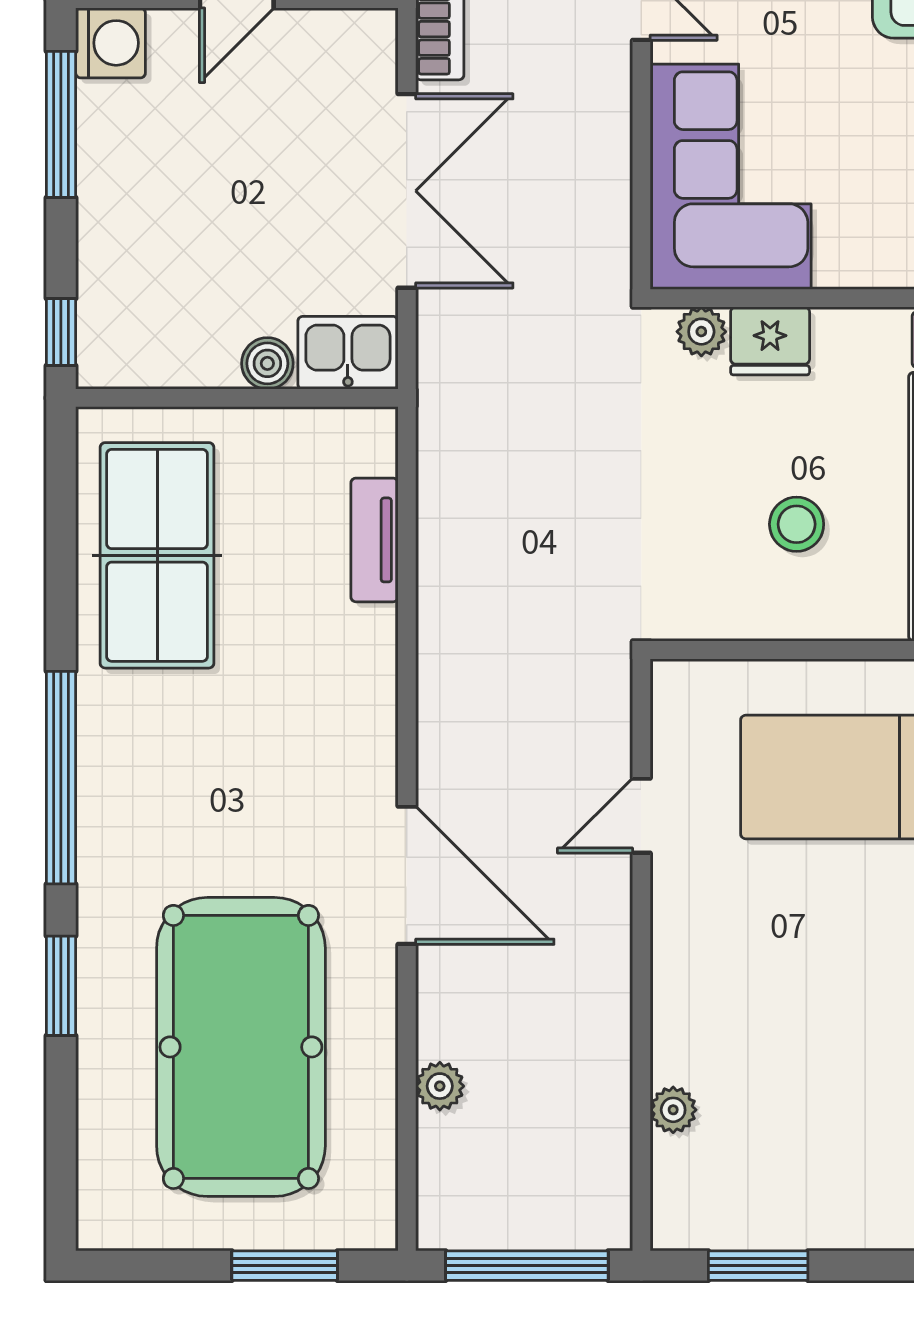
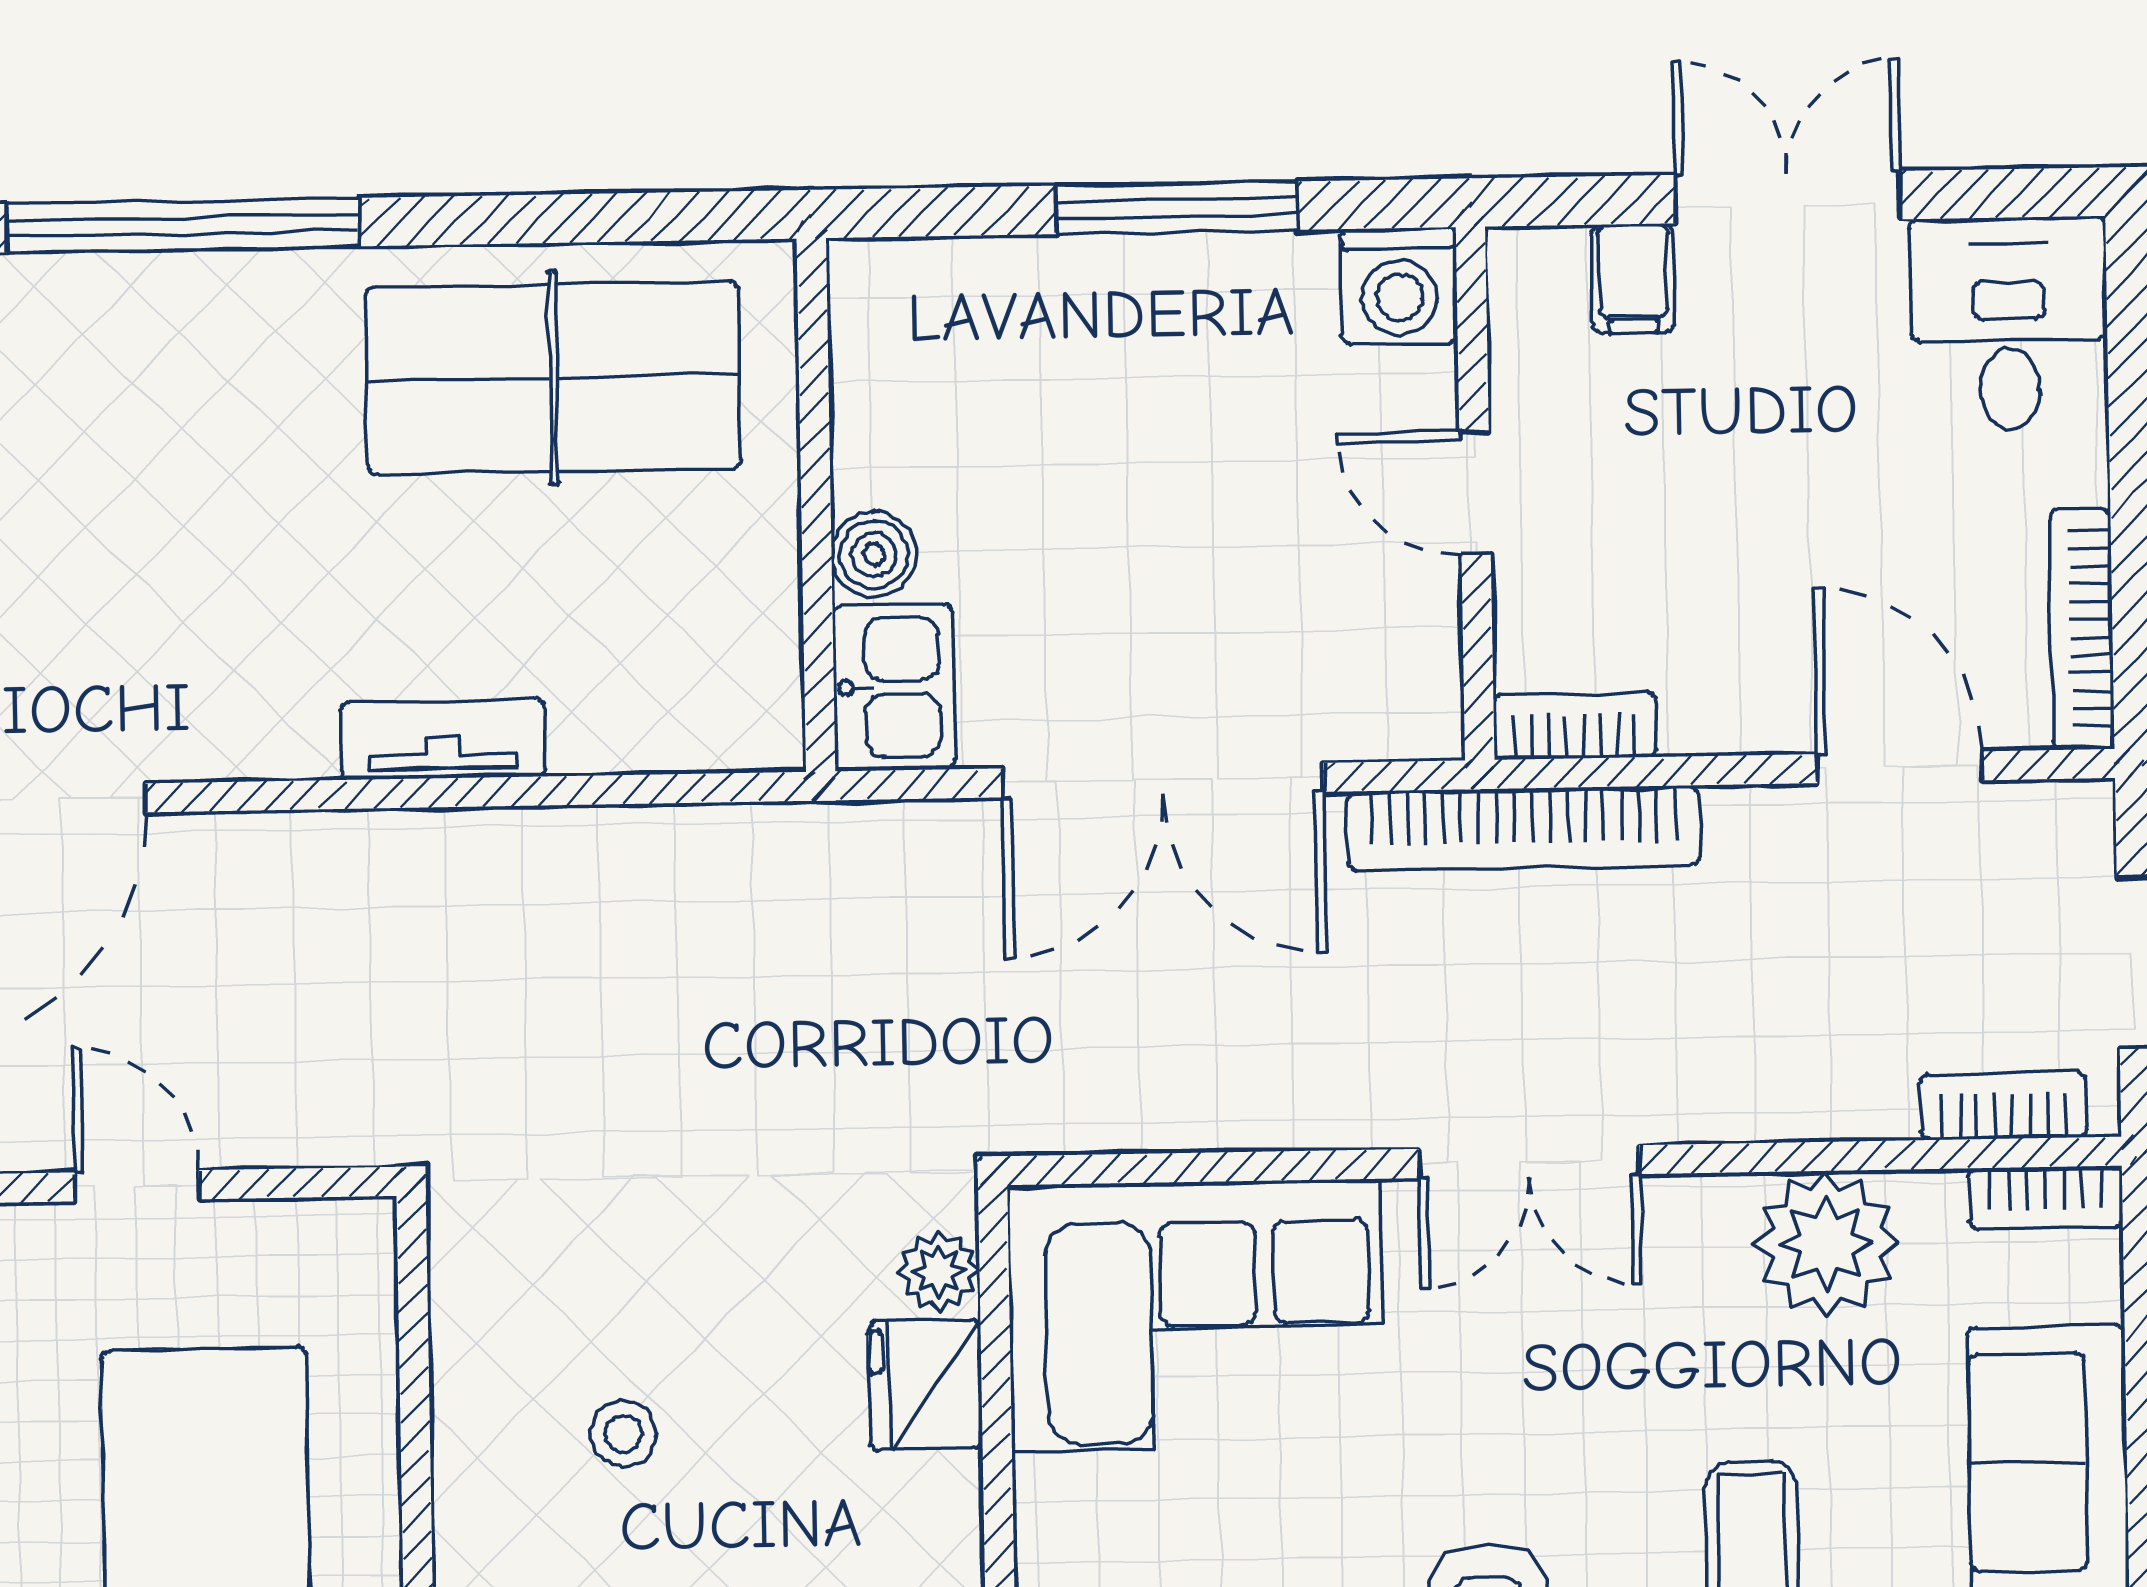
window: (61, 124) -> (1177, 208), moved
window: (61, 332) -> (920, 212), removed
stool: (797, 524) -> (623, 1434), width x0.73, depth x0.73
tv unit: (374, 540) -> (443, 739), moved

